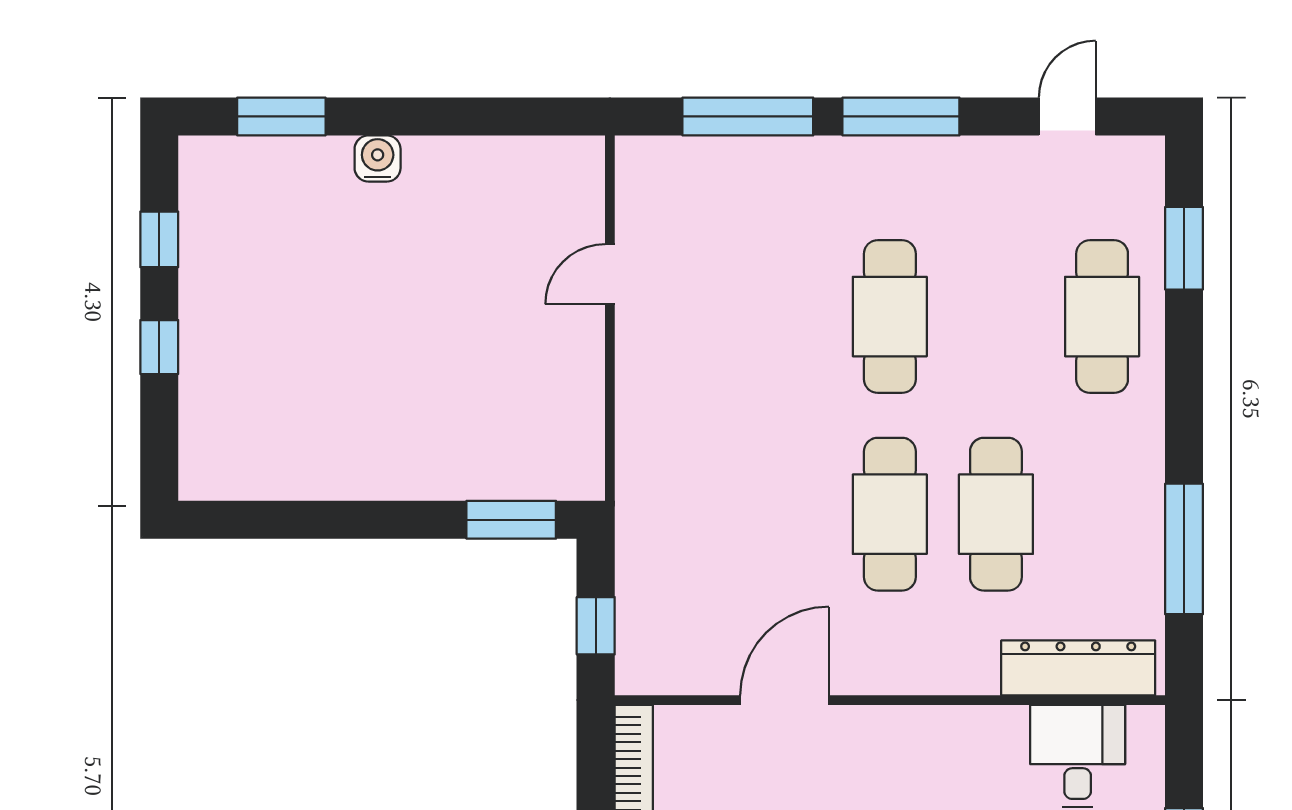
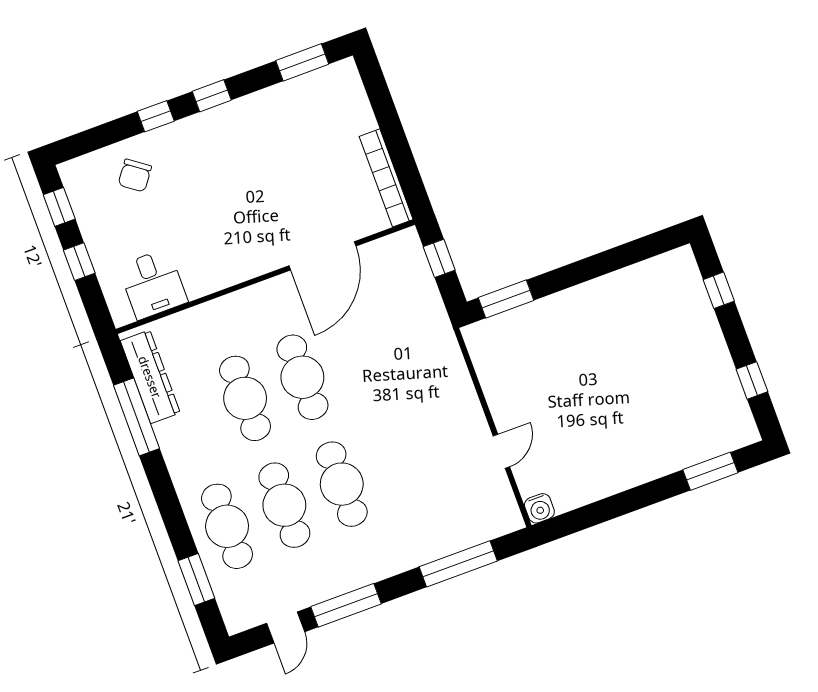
window: (901, 116) -> (346, 605), moved
water cooler: (378, 158) -> (539, 508), moved
cafe table: (996, 317) -> (284, 505), added
window: (159, 347) -> (719, 290), moved
dresser: (1078, 668) -> (150, 377), moved, turned -90
door: (784, 700) -> (322, 256), width x1.36

